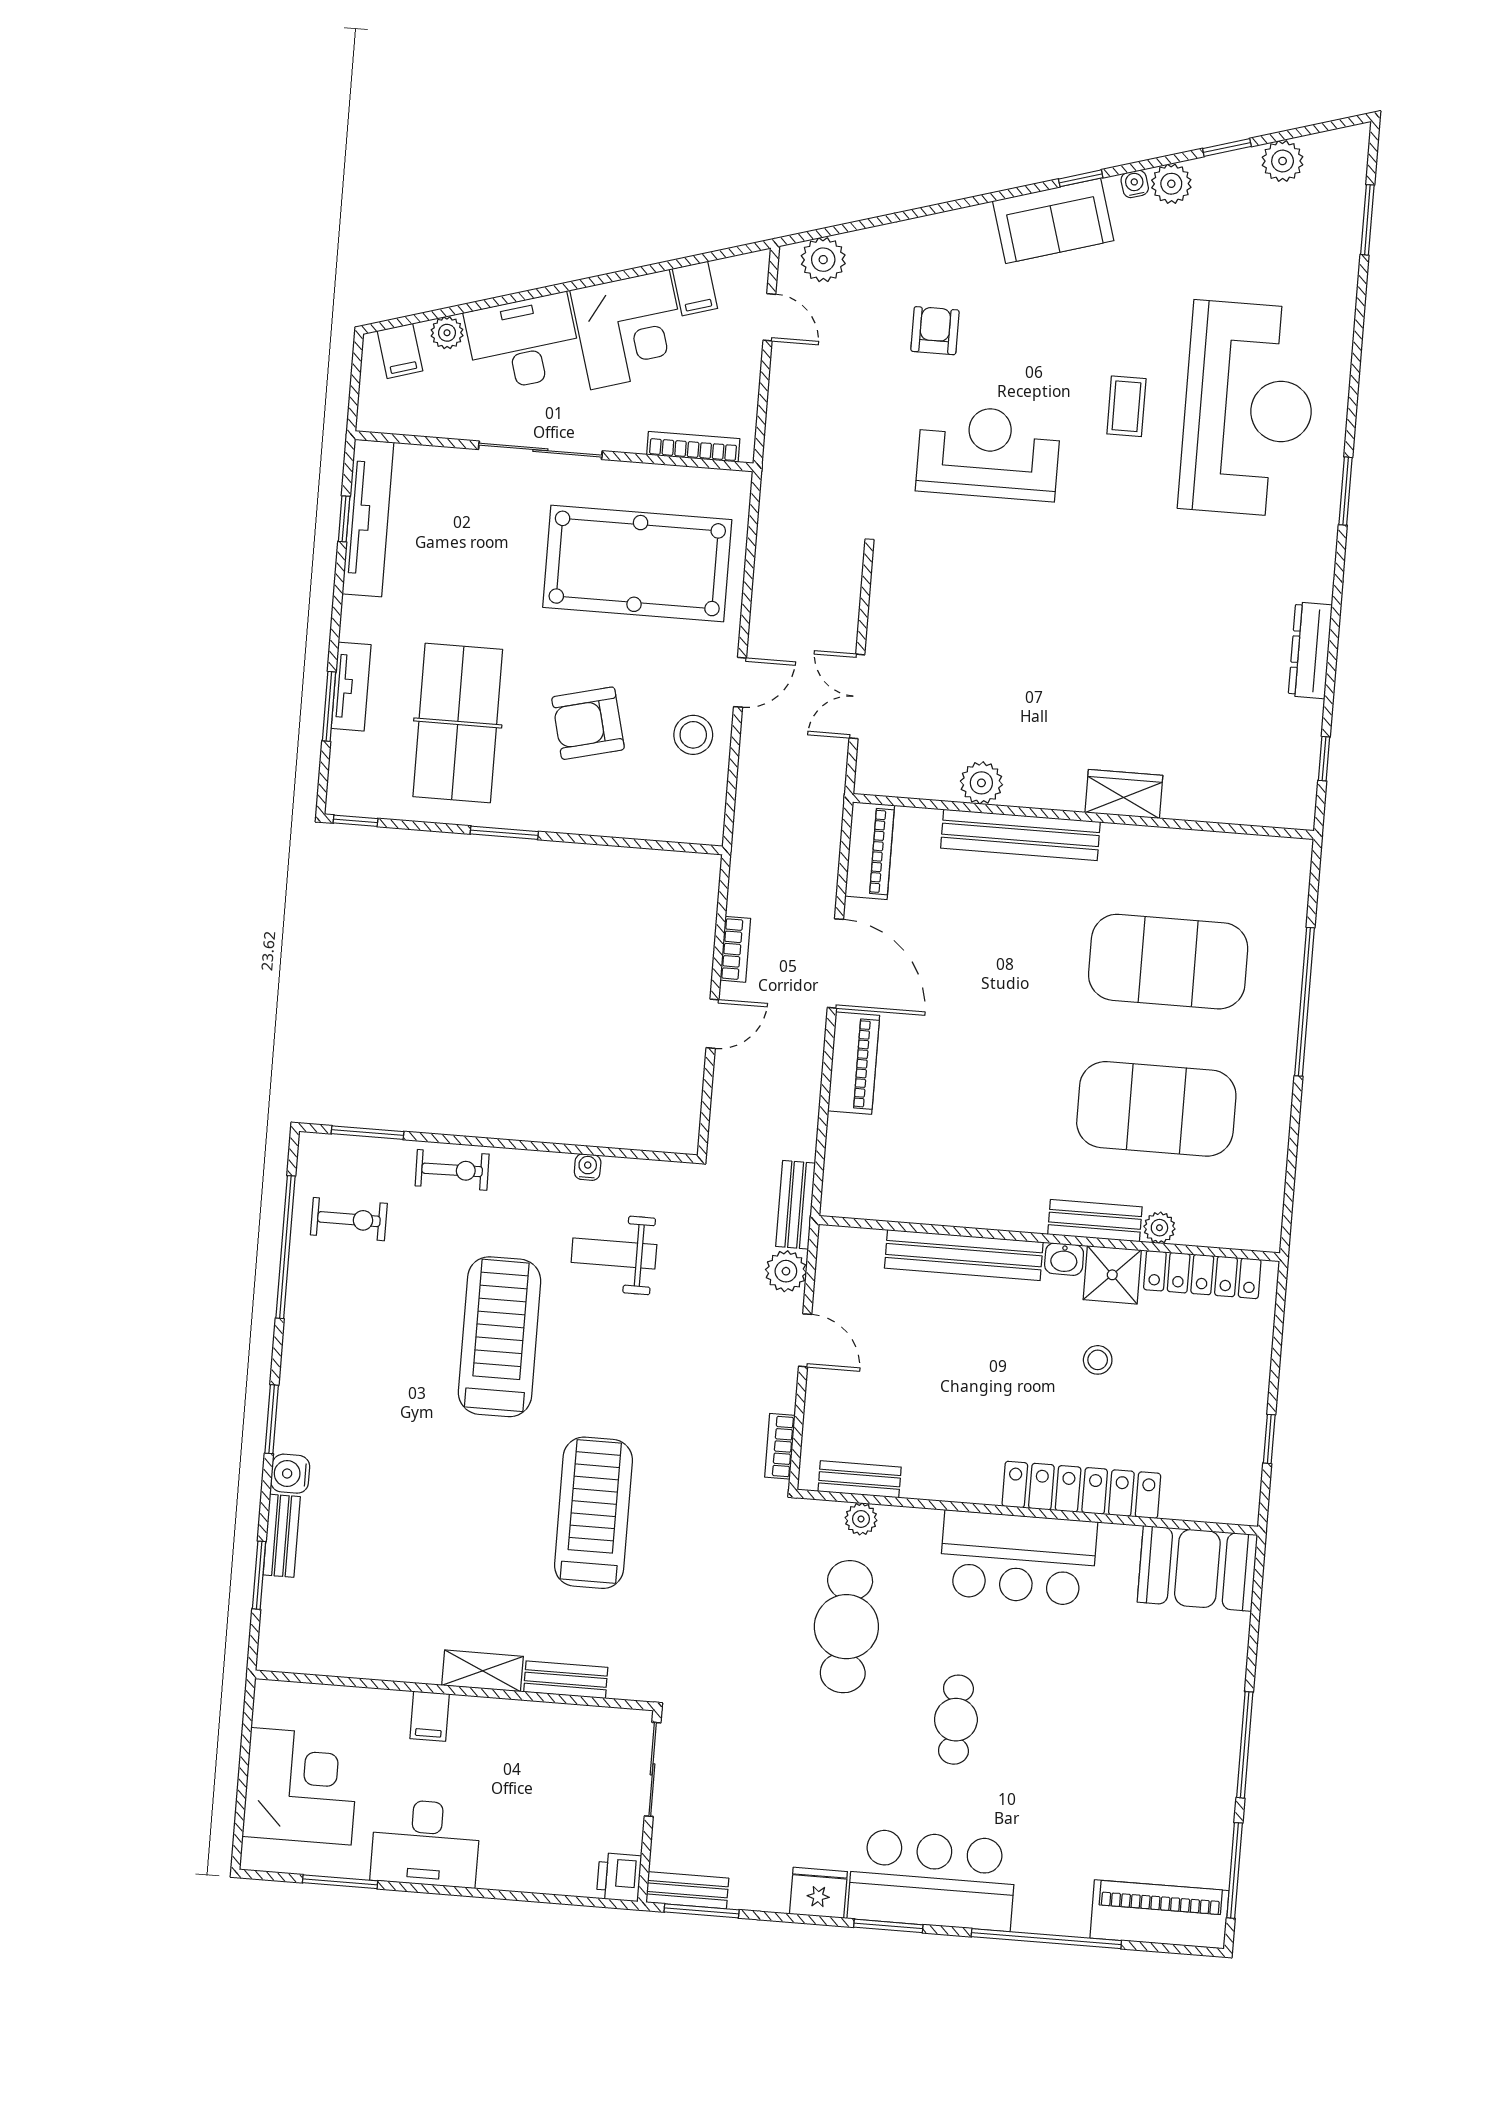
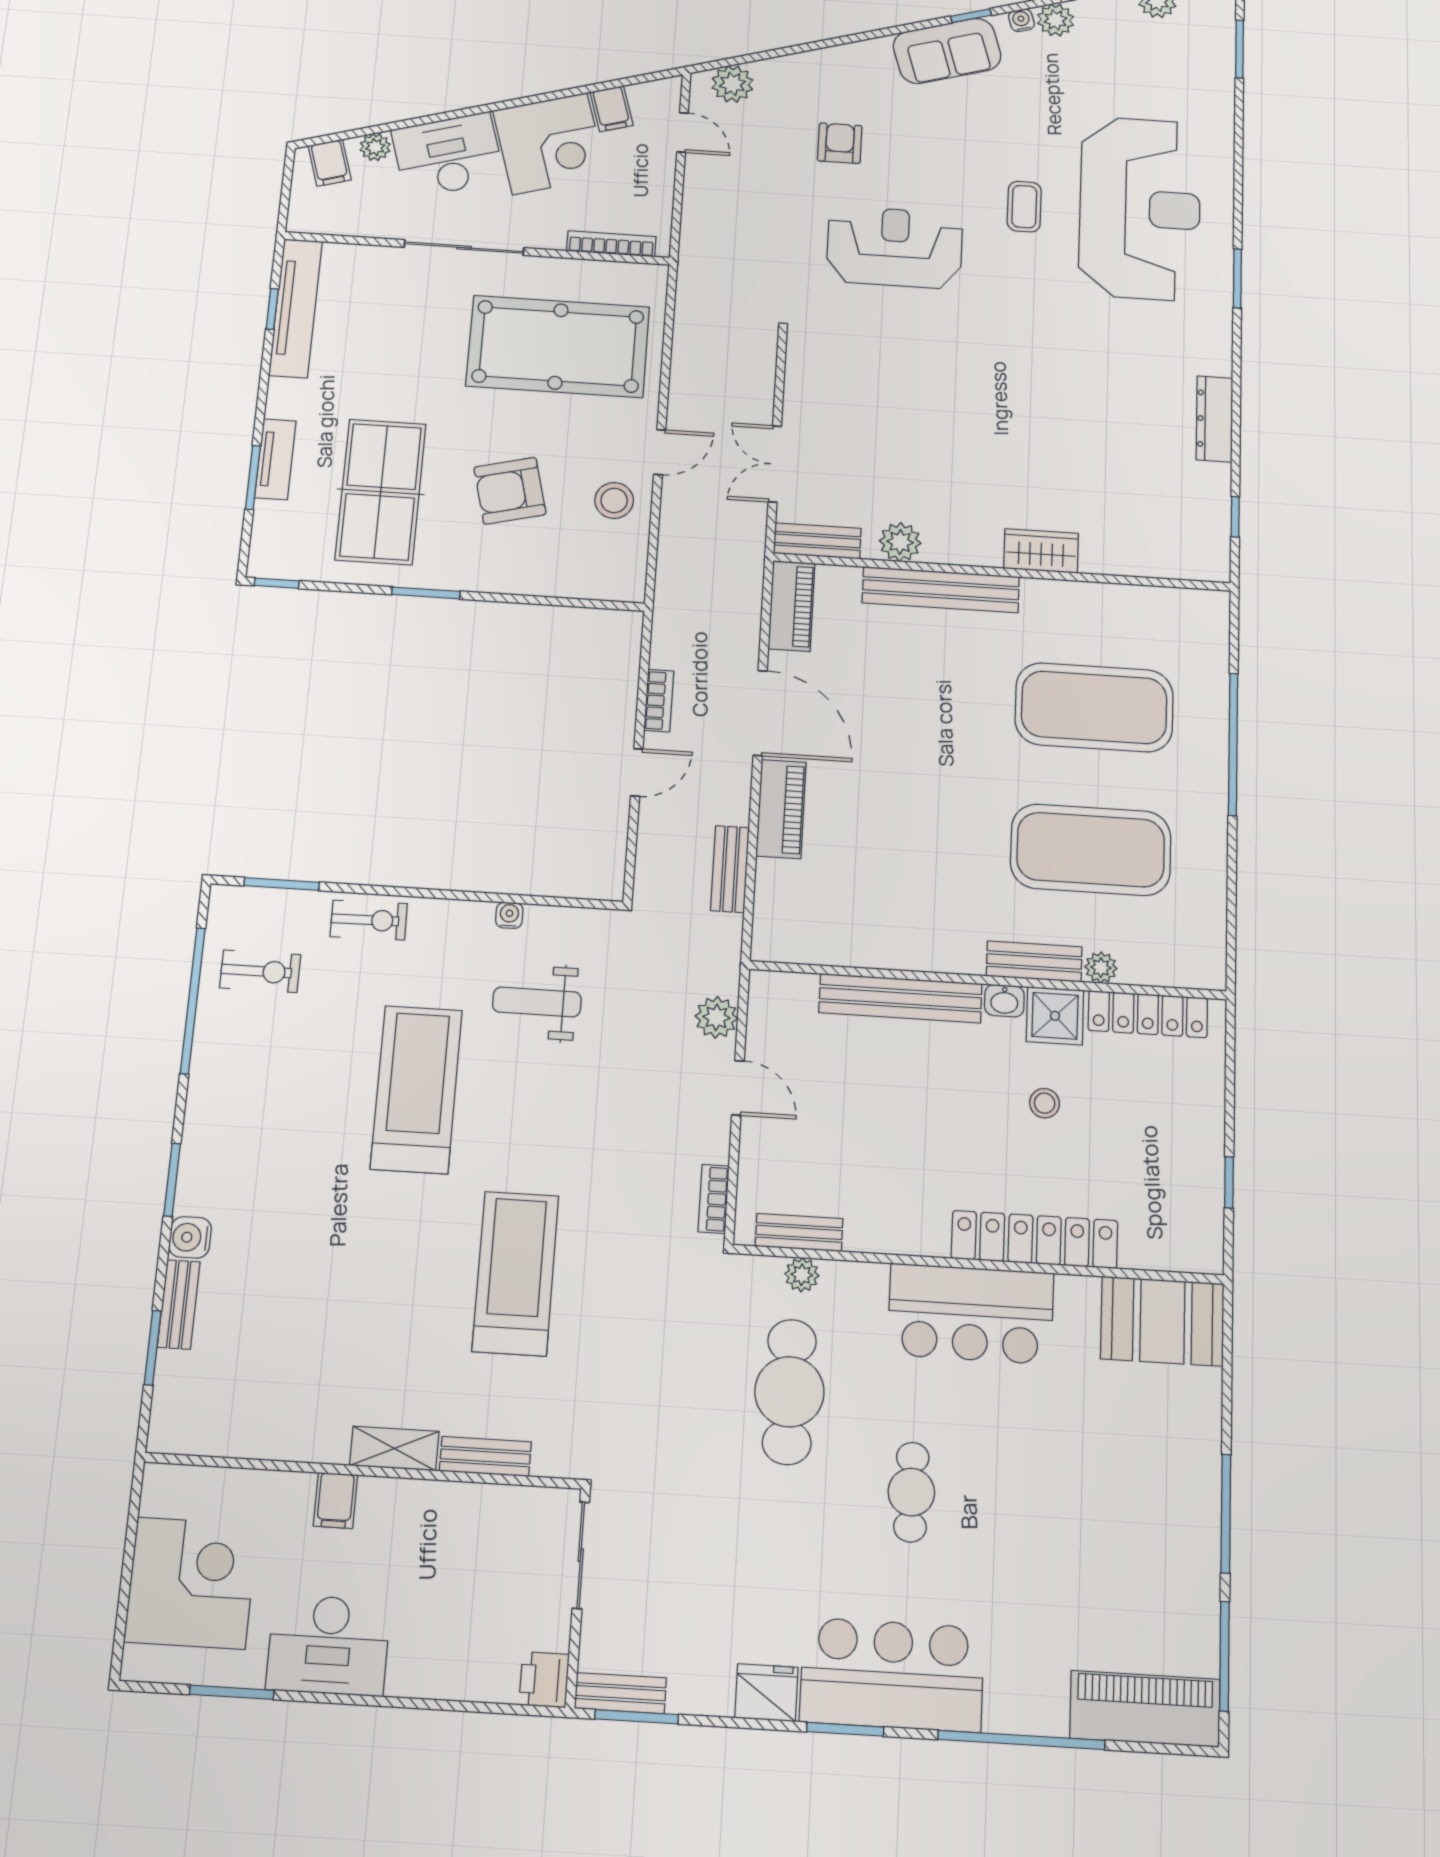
bench: (898, 781) -> (817, 541), added
bench: (796, 1205) -> (730, 869), moved

